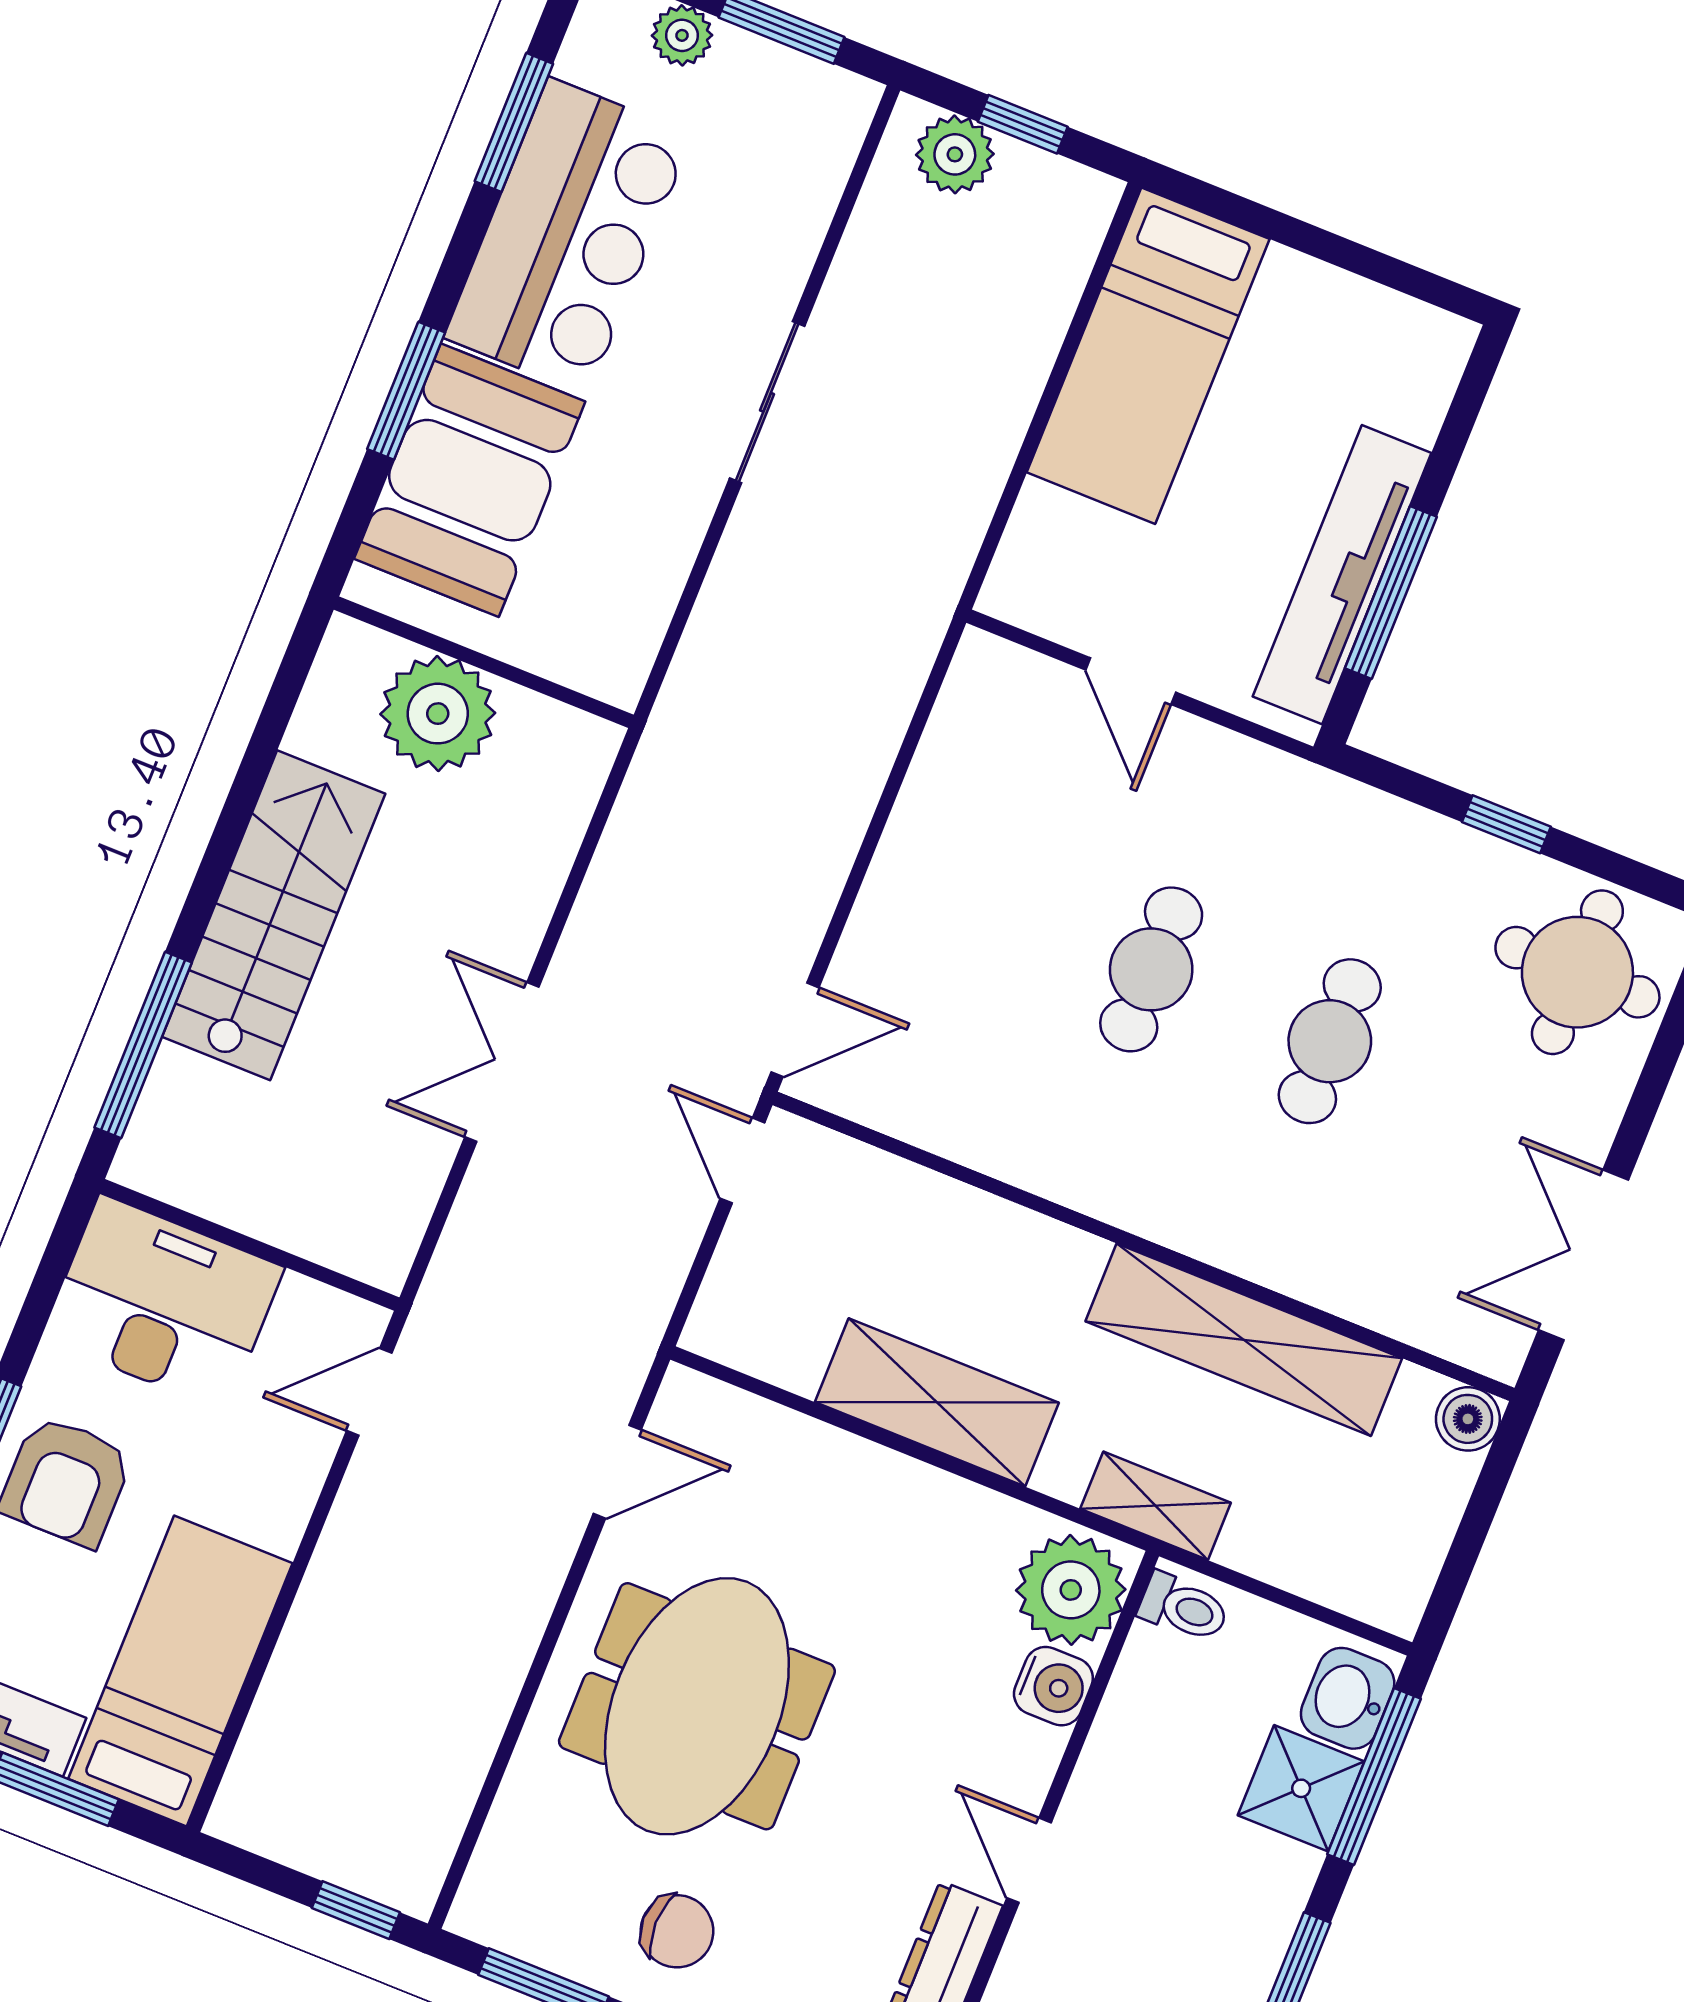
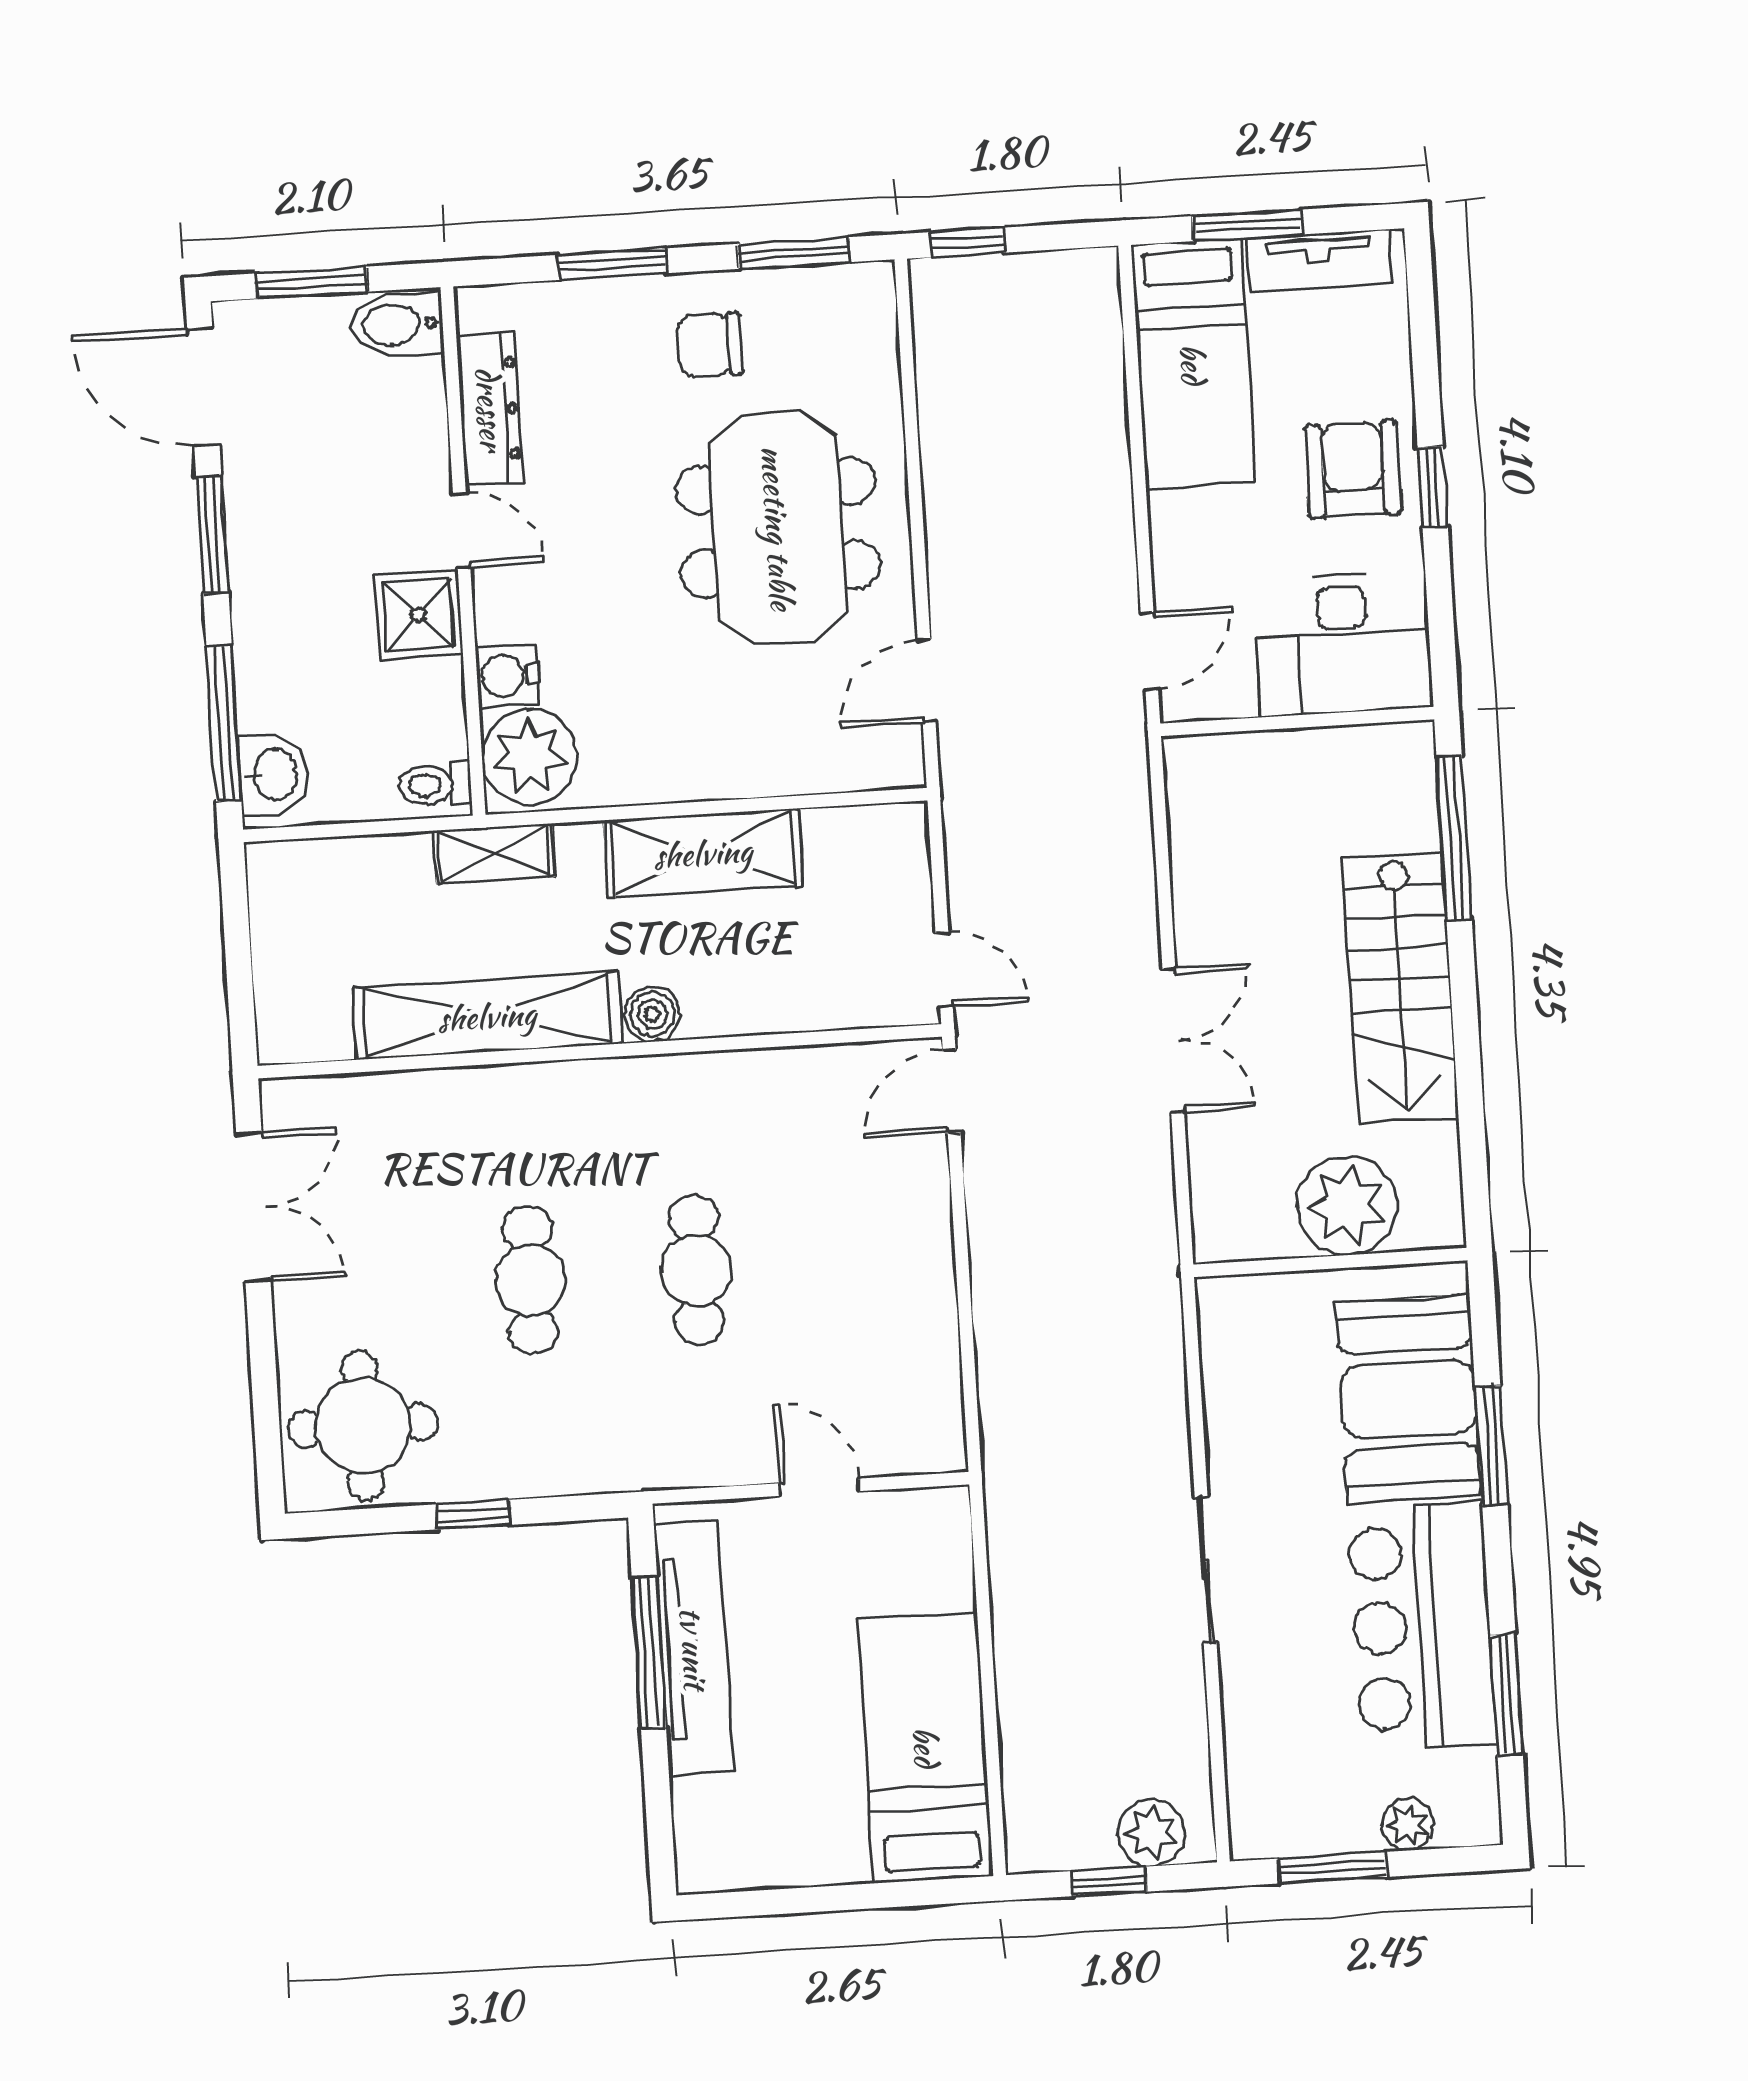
double door: (502, 1062) -> (1173, 1041), moved
boiler: (1468, 1419) -> (652, 1014), moved
shower: (1301, 1788) -> (418, 614), moved

